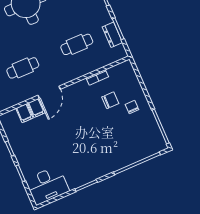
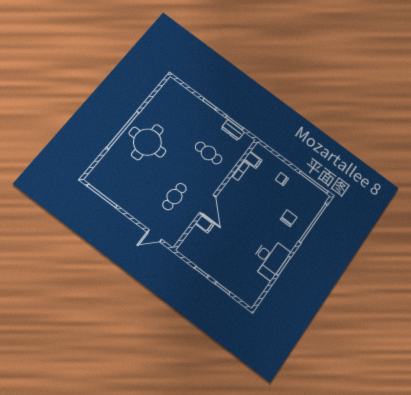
cafe table: (77, 44) -> (209, 153), turned 90
chair: (110, 100) -> (289, 218), moved
filing cabinet: (24, 113) -> (253, 160), moved
desk: (47, 185) -> (270, 258), moved

